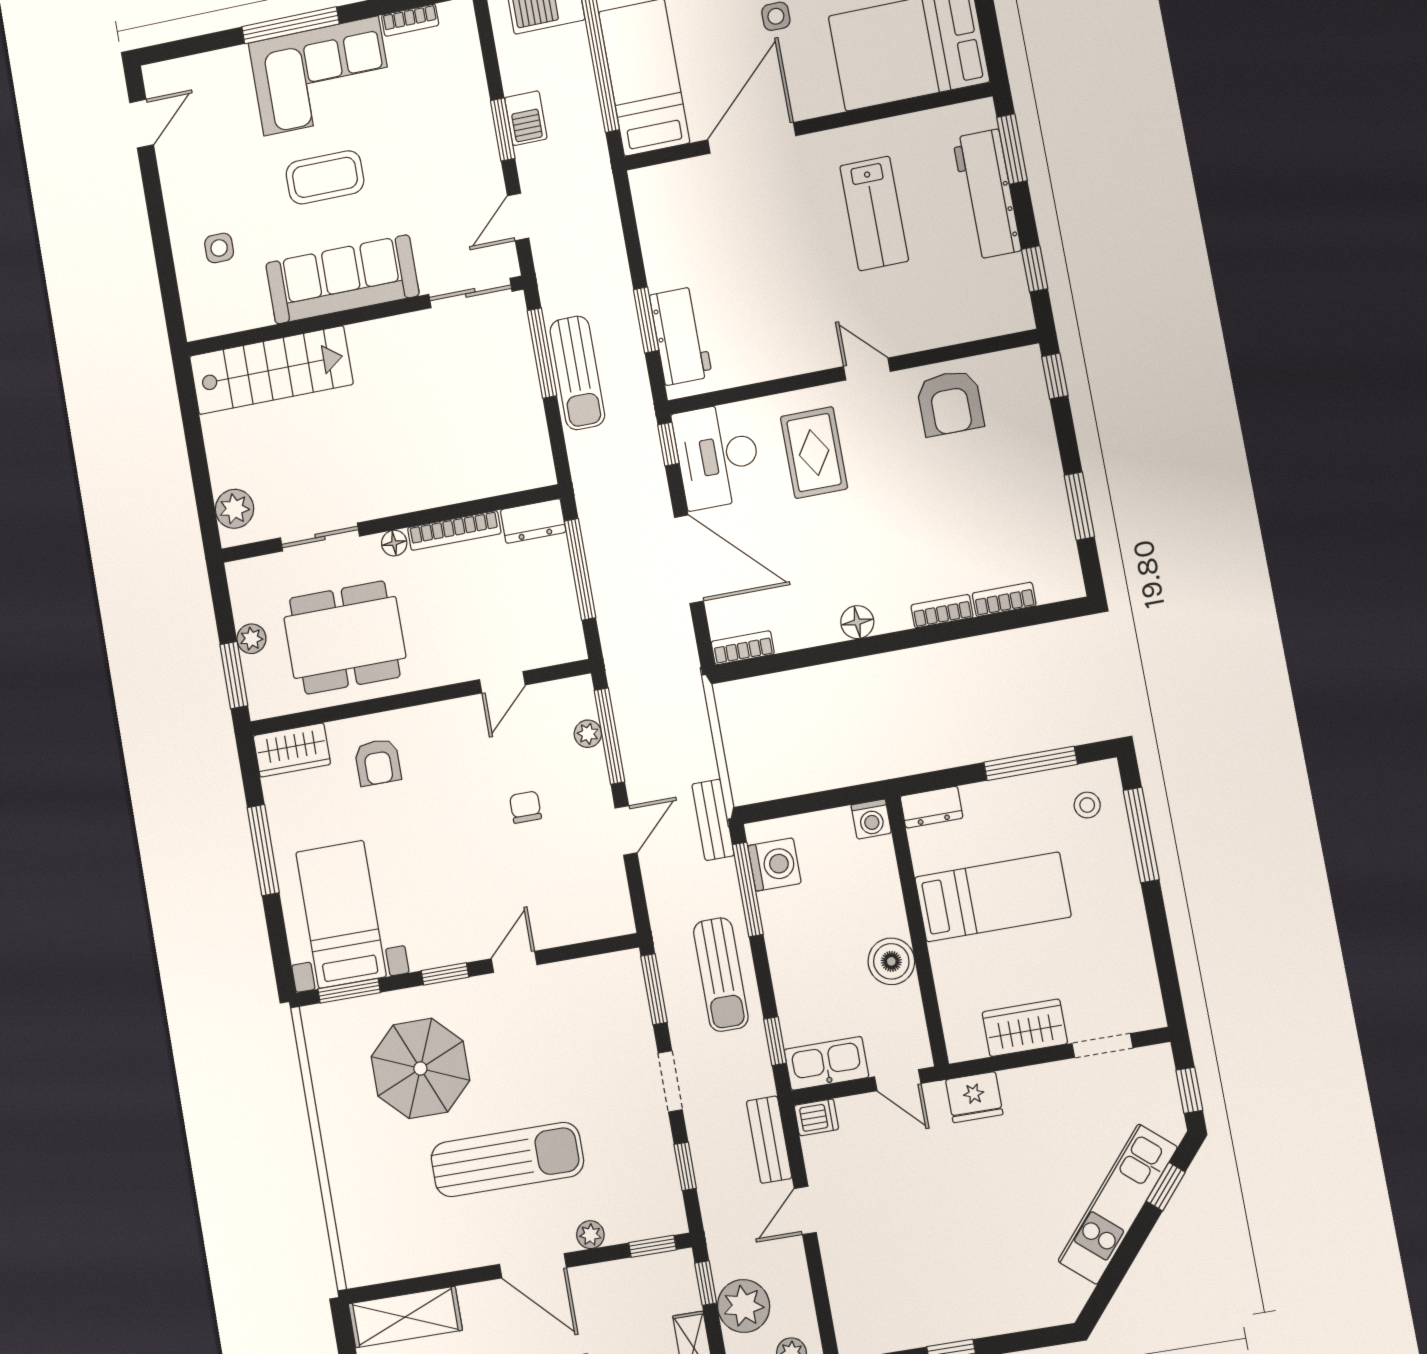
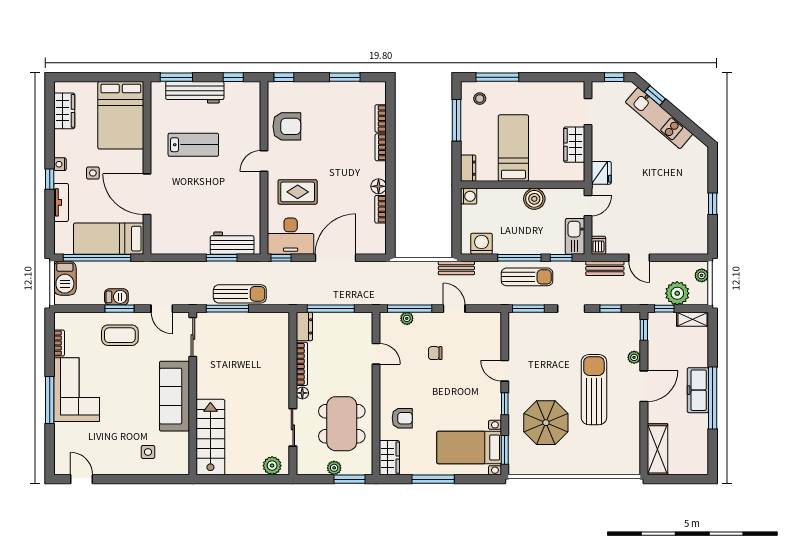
coffee table: (325, 177) -> (120, 335), moved, turned 90
bookcase: (743, 648) -> (381, 209), moved
window: (748, 889) -> (519, 258), moved

